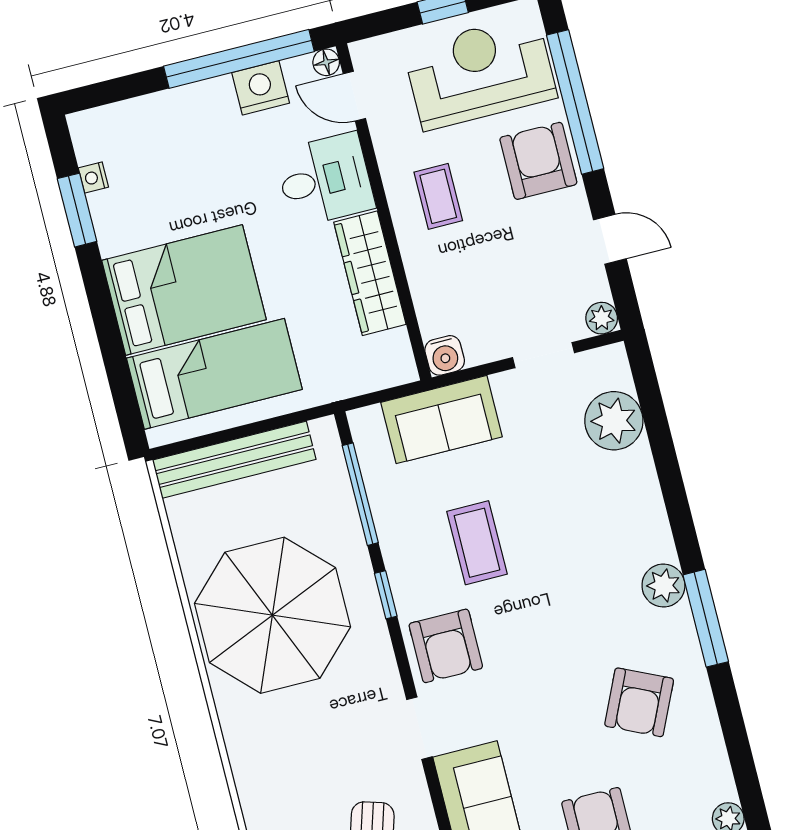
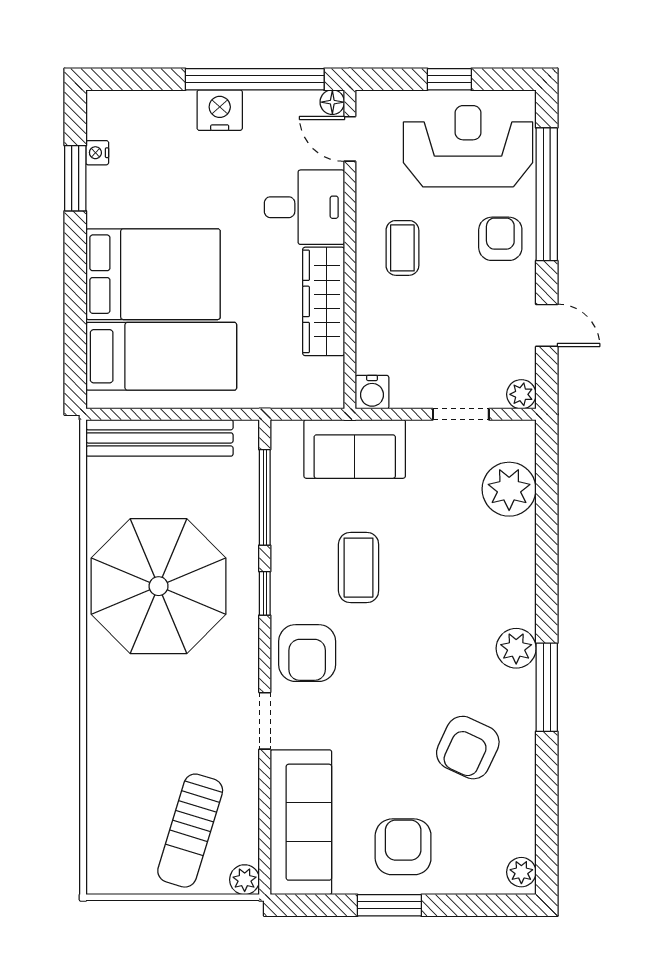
nightstand: (261, 88) -> (220, 110), moved
armchair: (538, 161) -> (500, 239), width x0.72, depth x0.72

